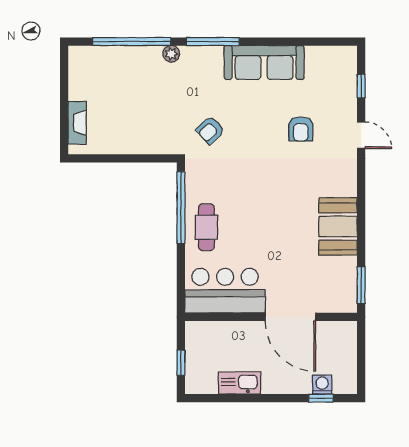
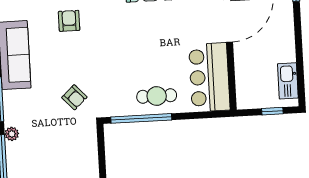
armchair: (301, 129) -> (69, 21), turned -90
kitchen sink: (239, 383) -> (288, 81), moved

